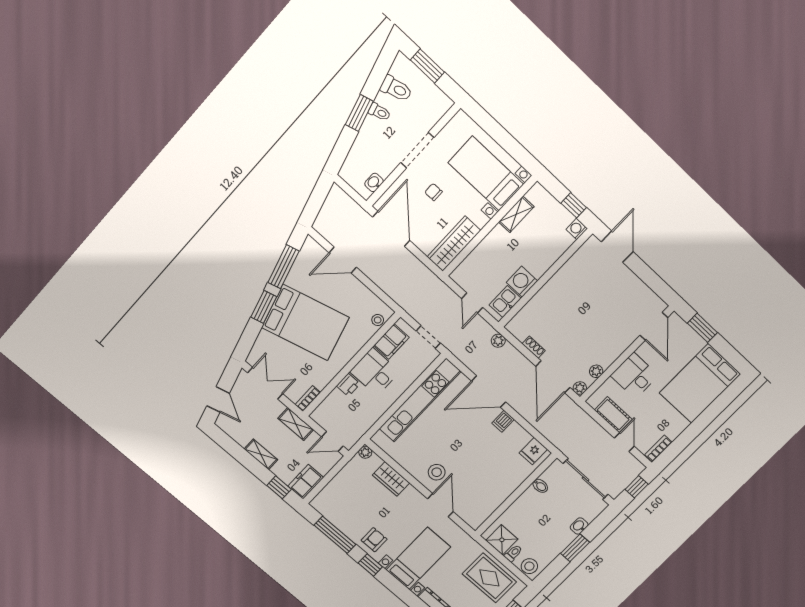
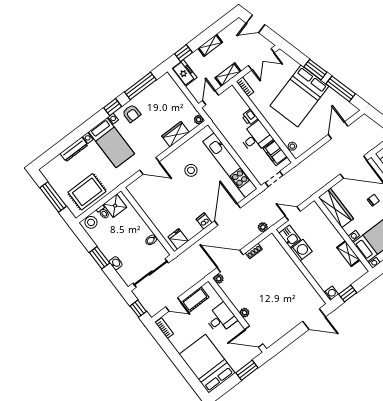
plant: (596, 371) -> (244, 313), moved
stool: (437, 472) -> (191, 170), moved

